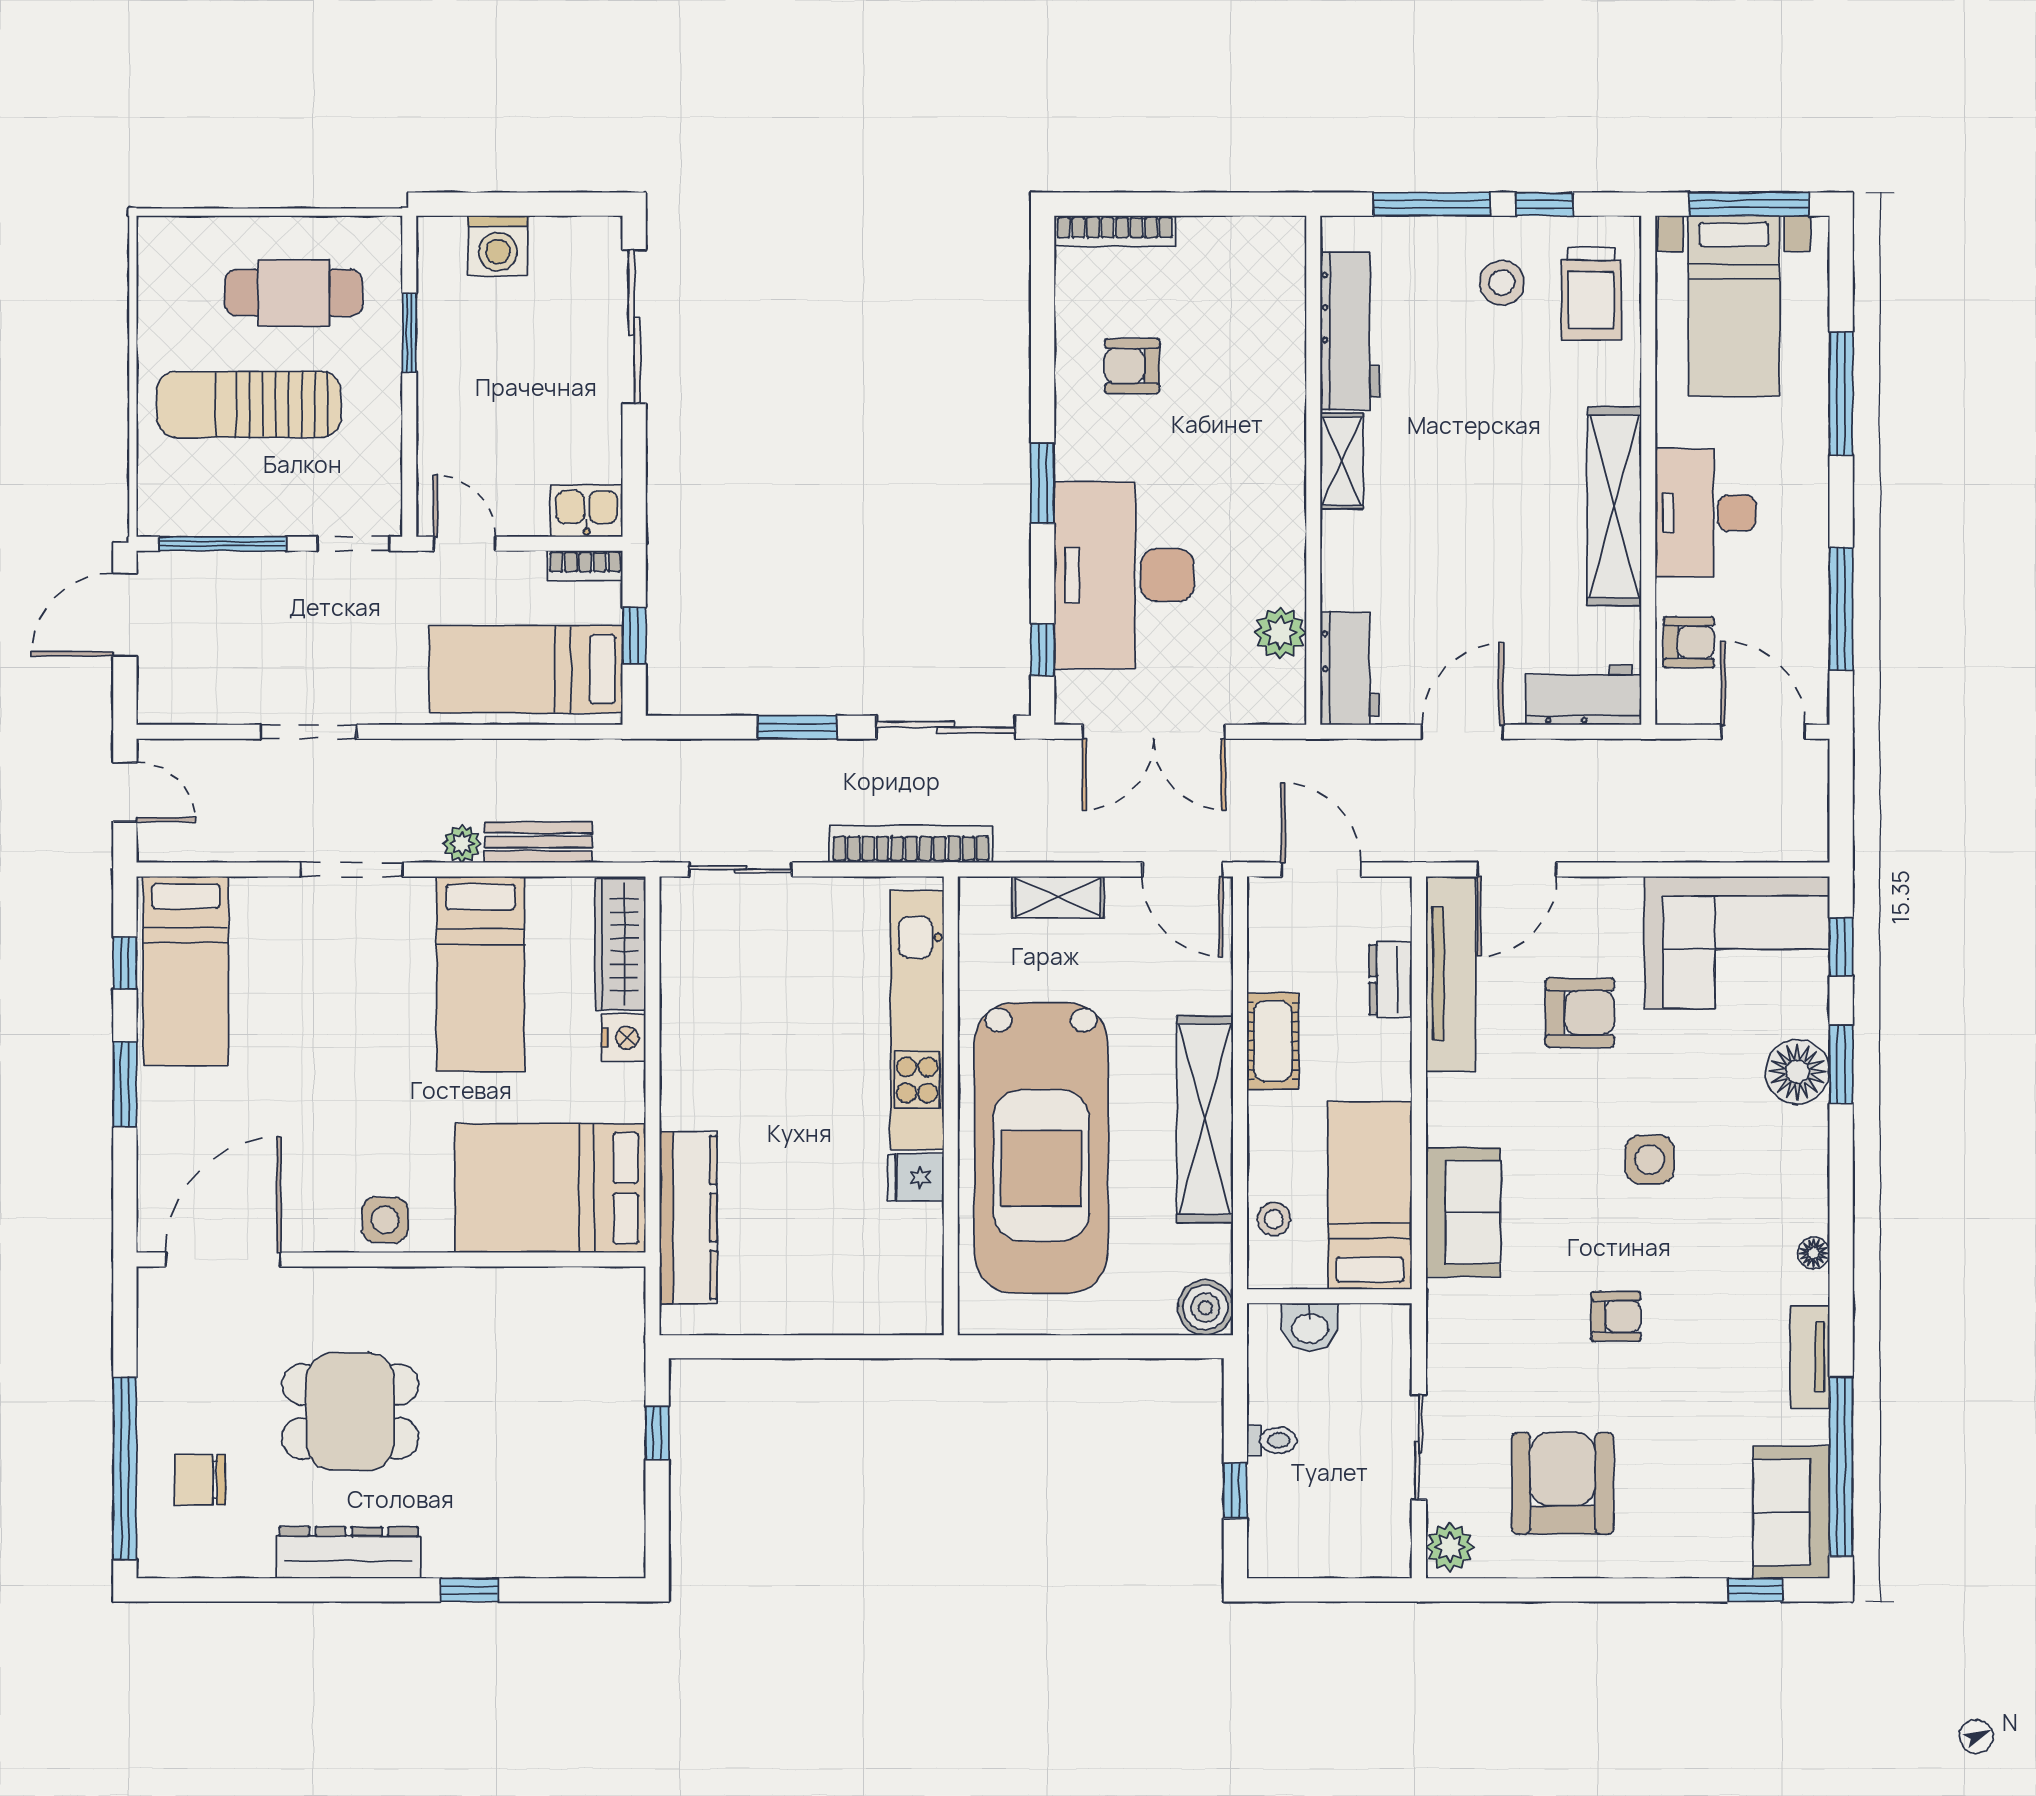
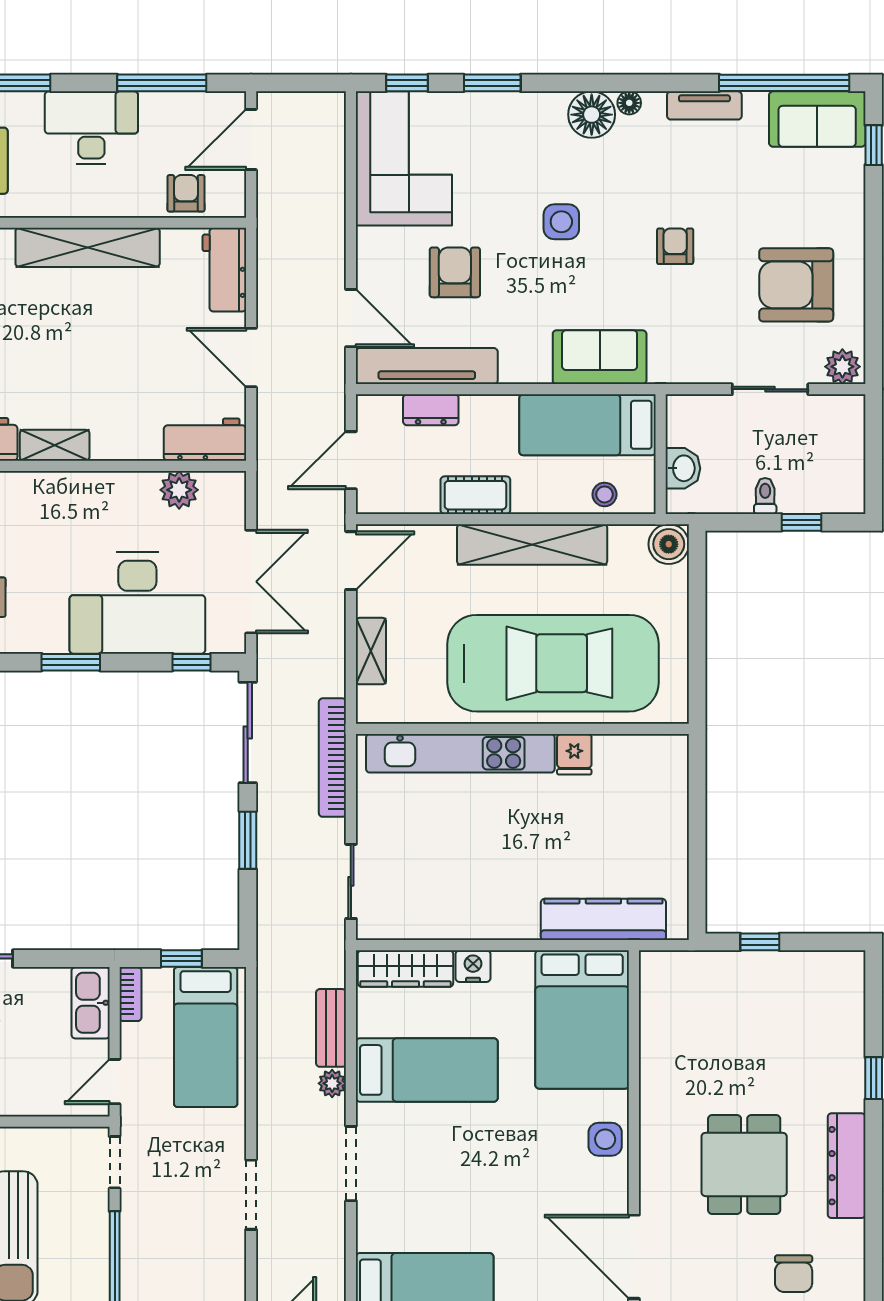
kitchen sink: (587, 511) -> (91, 1003), width x1.38
desk: (1706, 513) -> (91, 128), moved, turned 180
floor lamp: (1797, 1072) -> (592, 115), moved

